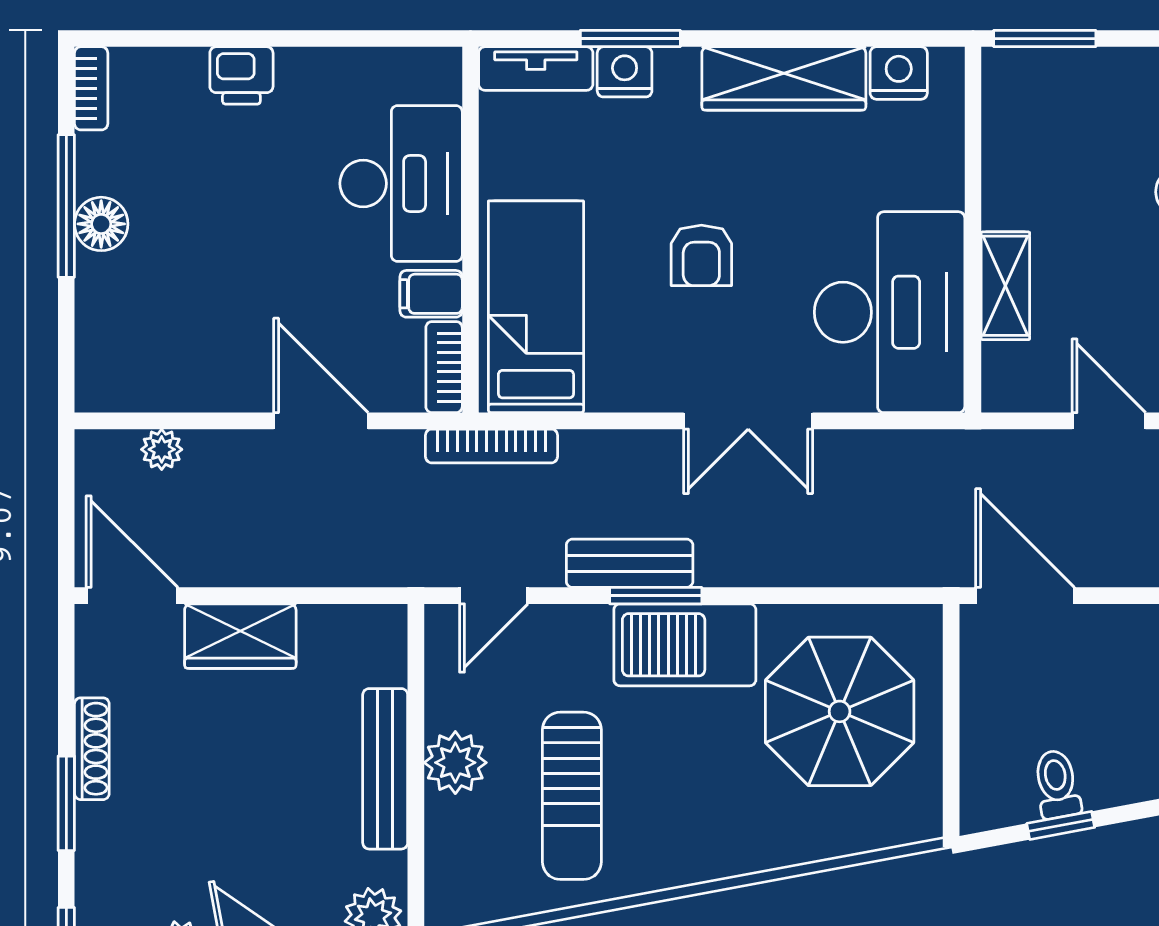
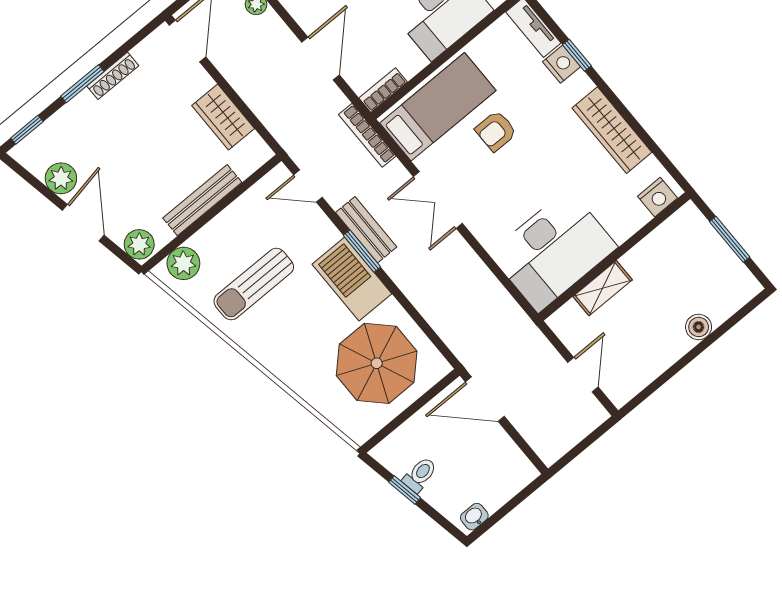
window: (630, 39) -> (577, 55), width x0.67
window: (1045, 39) -> (730, 239), moved
nightstand: (899, 73) -> (658, 197), moved, turned 90
armchair: (701, 255) -> (496, 131), moved
filing cabinet: (431, 294) -> (408, 60), removed
double door: (748, 421) -> (438, 200), moved
door: (1025, 596) -> (485, 399), swing flipped
wardrobe: (240, 636) -> (223, 117), moved
plant: (455, 763) -> (183, 263), moved

